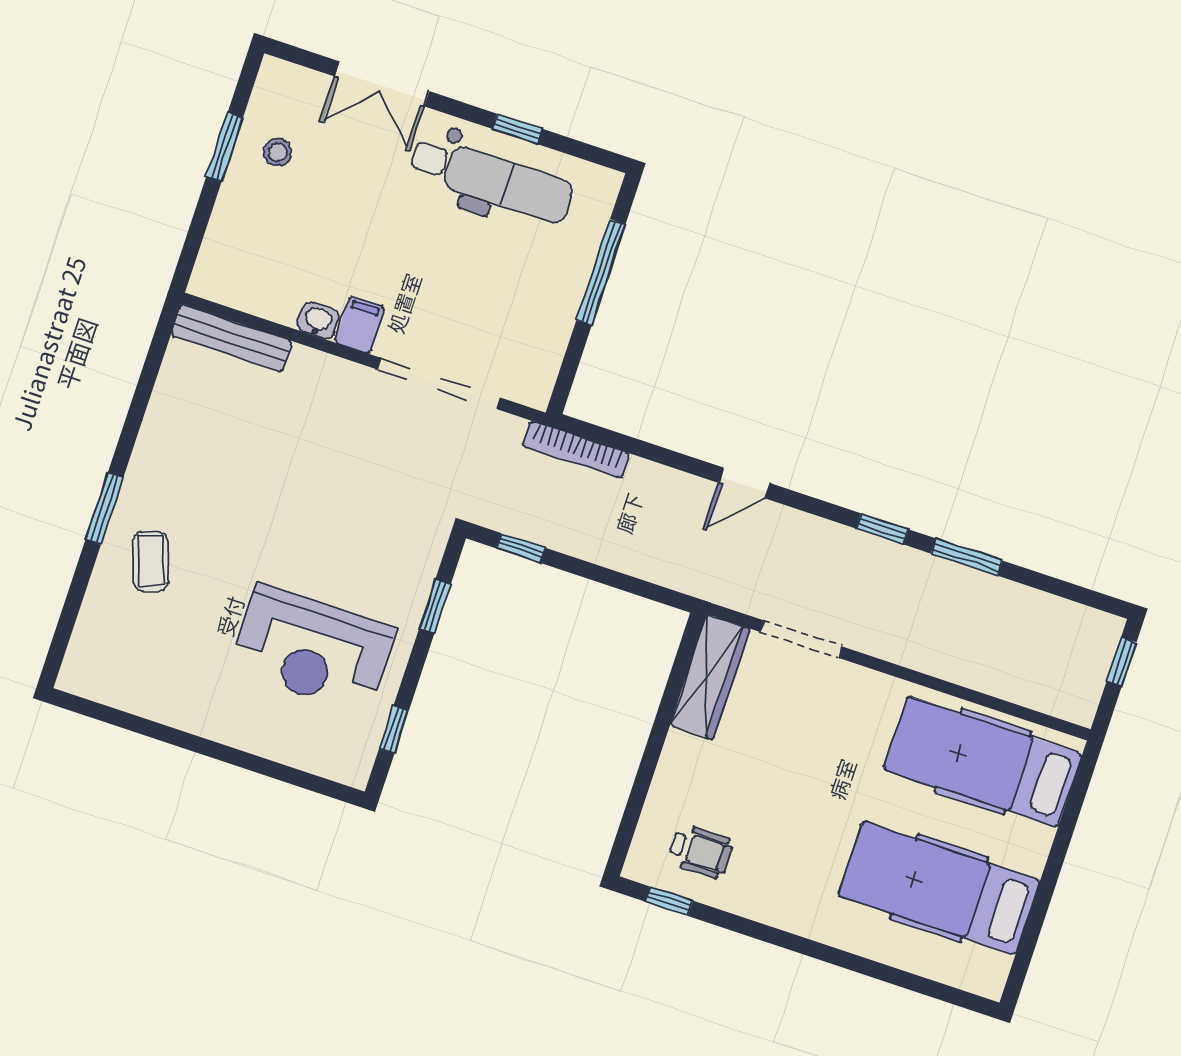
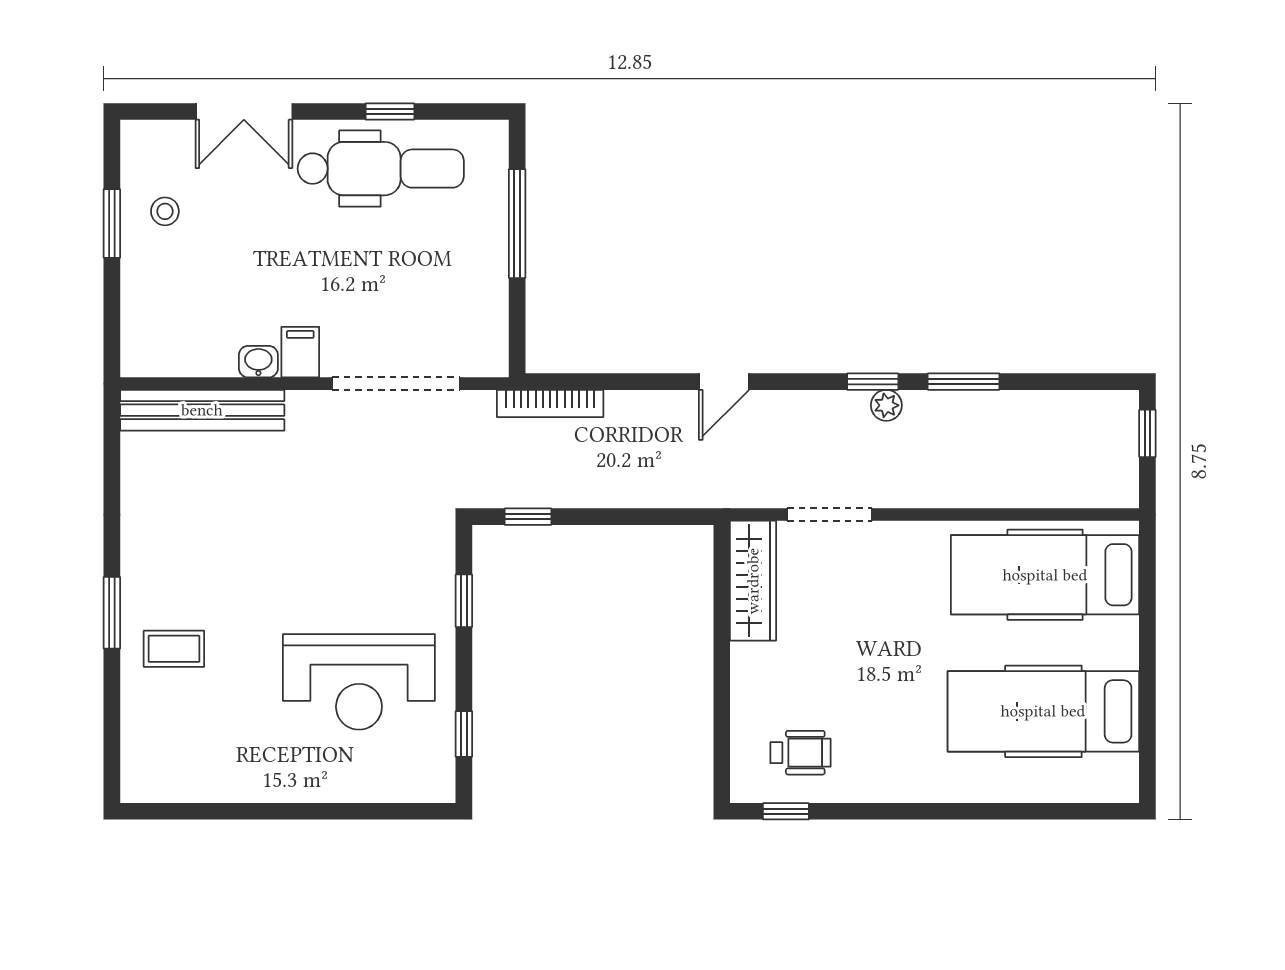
bench: (231, 338) -> (202, 410), width x1.37, depth x1.21
plant: (888, 555) -> (886, 405), added
coffee table: (151, 561) -> (174, 649), turned -71

